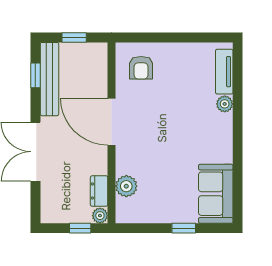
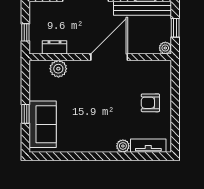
armchair: (141, 68) -> (150, 103), moved
sofa: (216, 194) -> (43, 124), moved, turned 90
plant: (100, 216) -> (165, 48), moved

